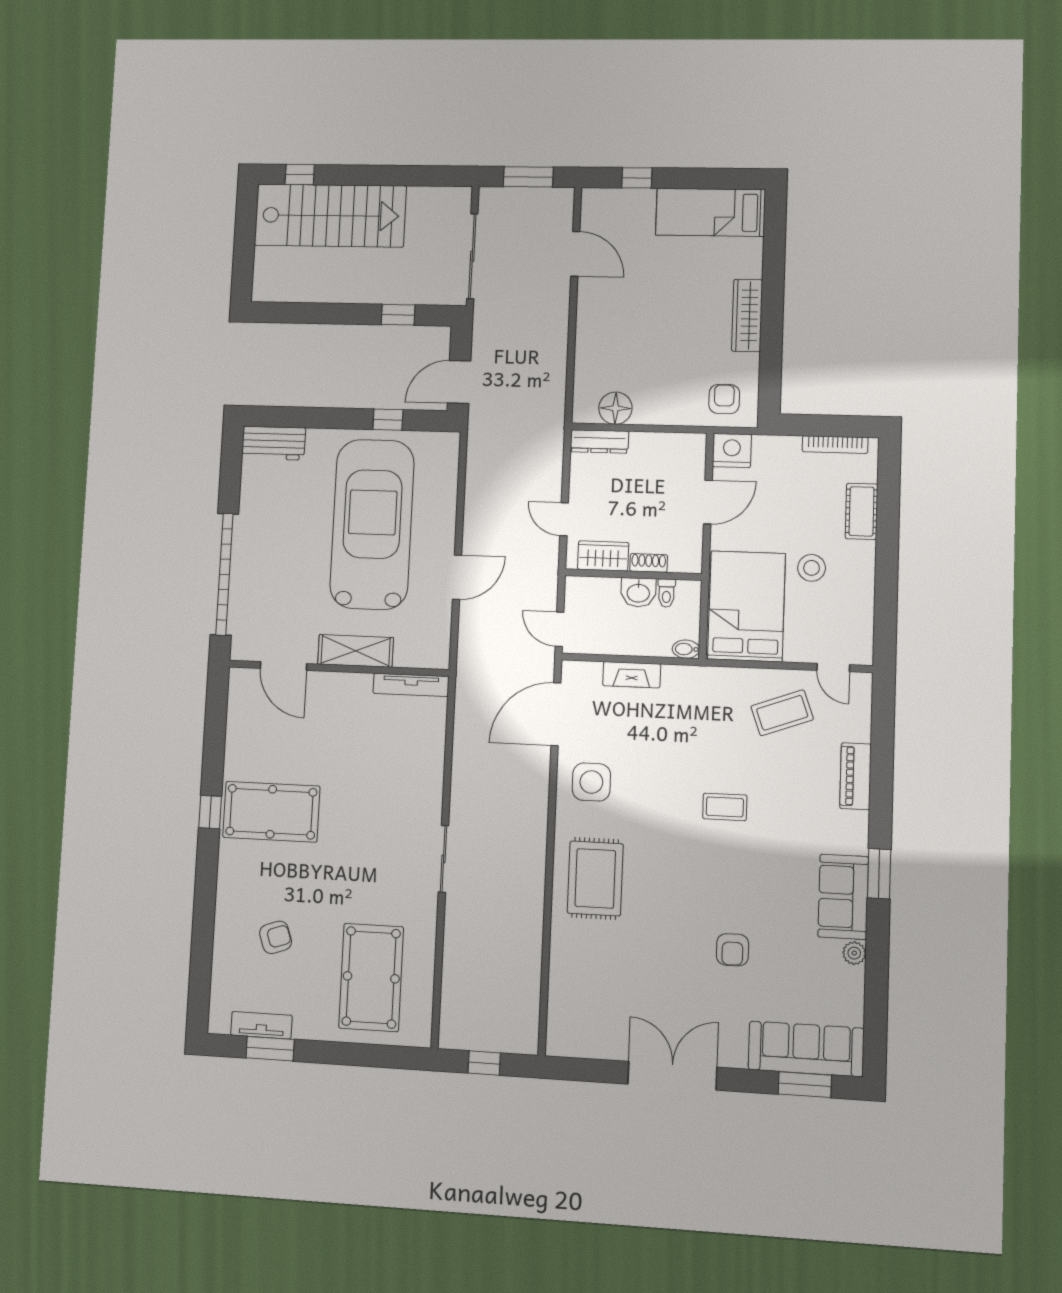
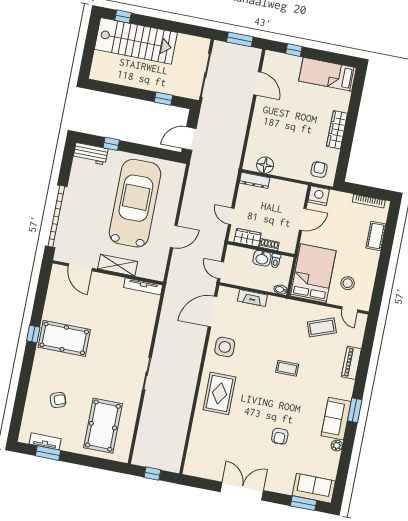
window: (388, 420) -> (111, 144), moved
stool: (812, 568) -> (348, 283), moved
sofa: (806, 1049) -> (314, 488), width x0.73

